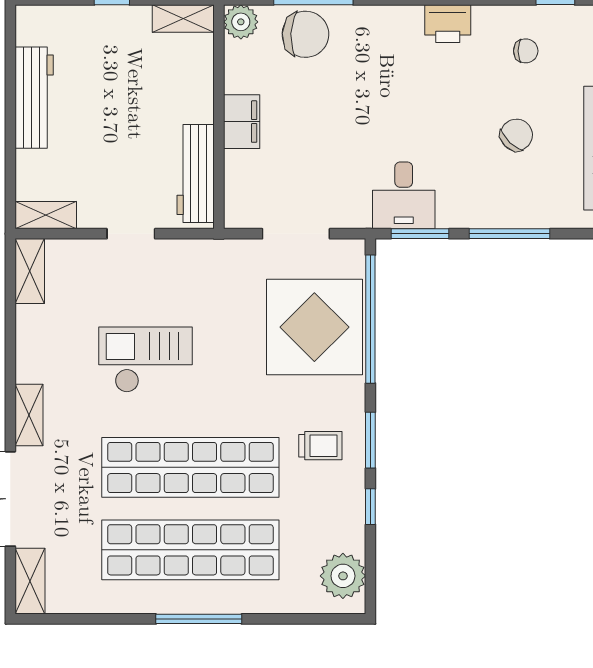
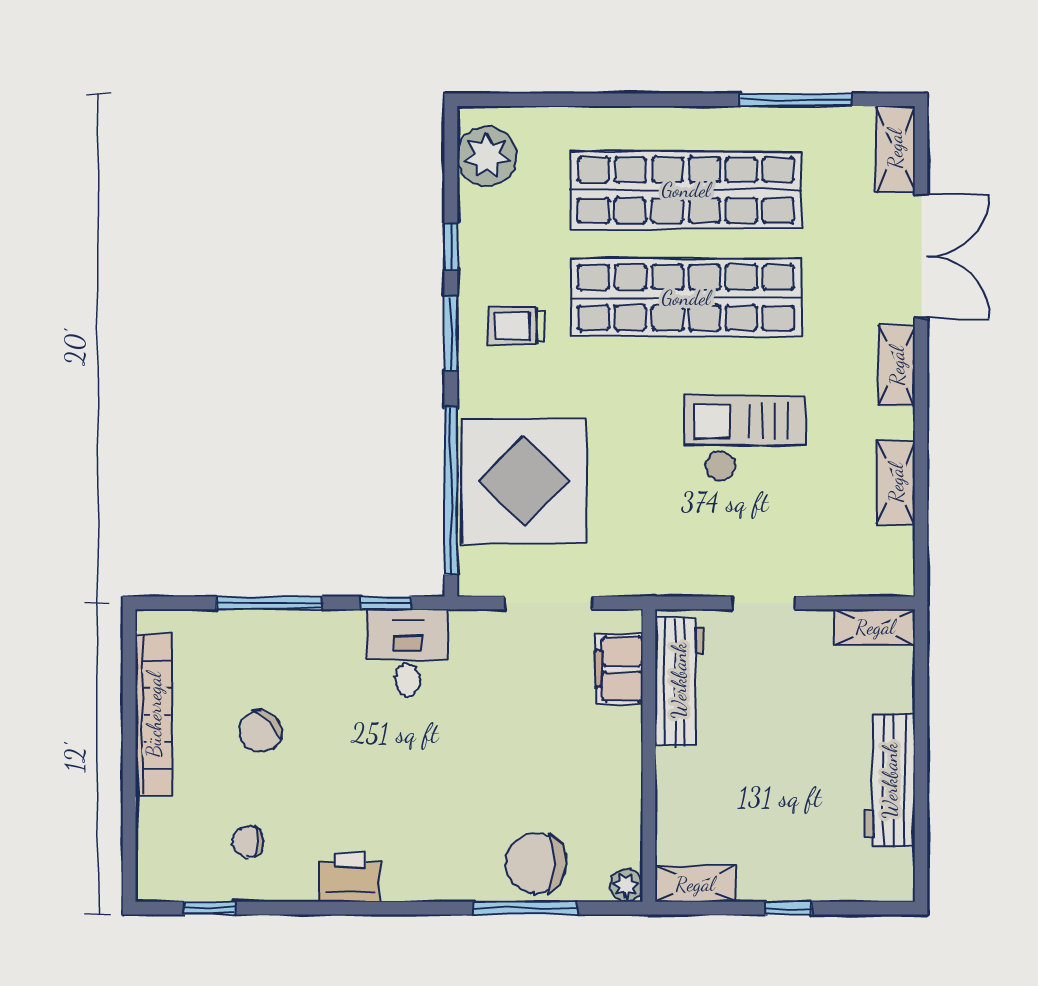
plant: (241, 22) -> (626, 886), width x0.73, depth x0.73
filing cabinet: (242, 122) -> (619, 669), moved
window: (420, 234) -> (386, 603), width x0.67
shelving: (30, 271) -> (896, 483), moved
checkout: (146, 360) -> (745, 438), turned 180
window: (199, 619) -> (796, 100), moved

